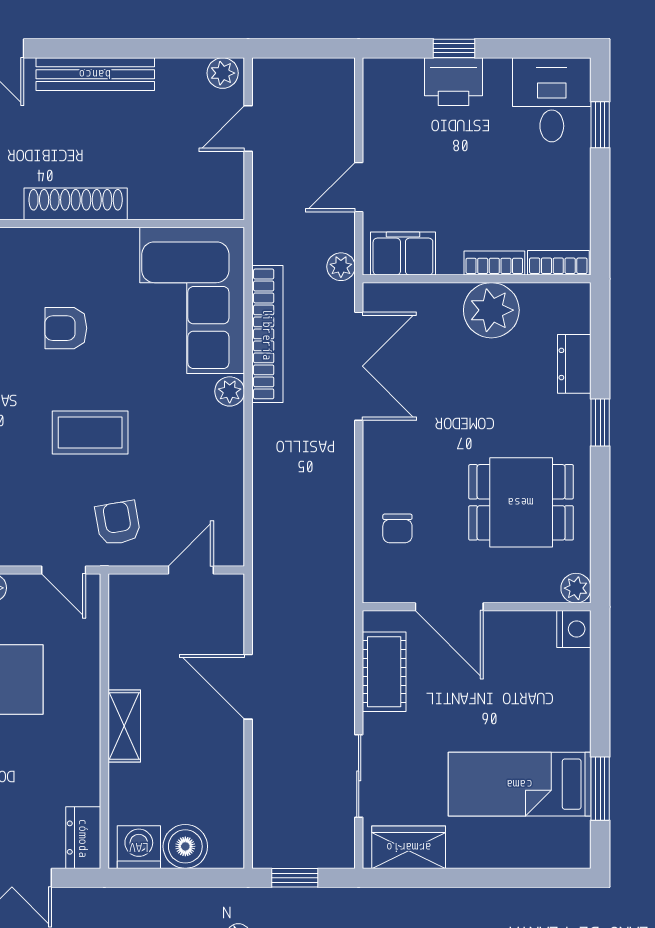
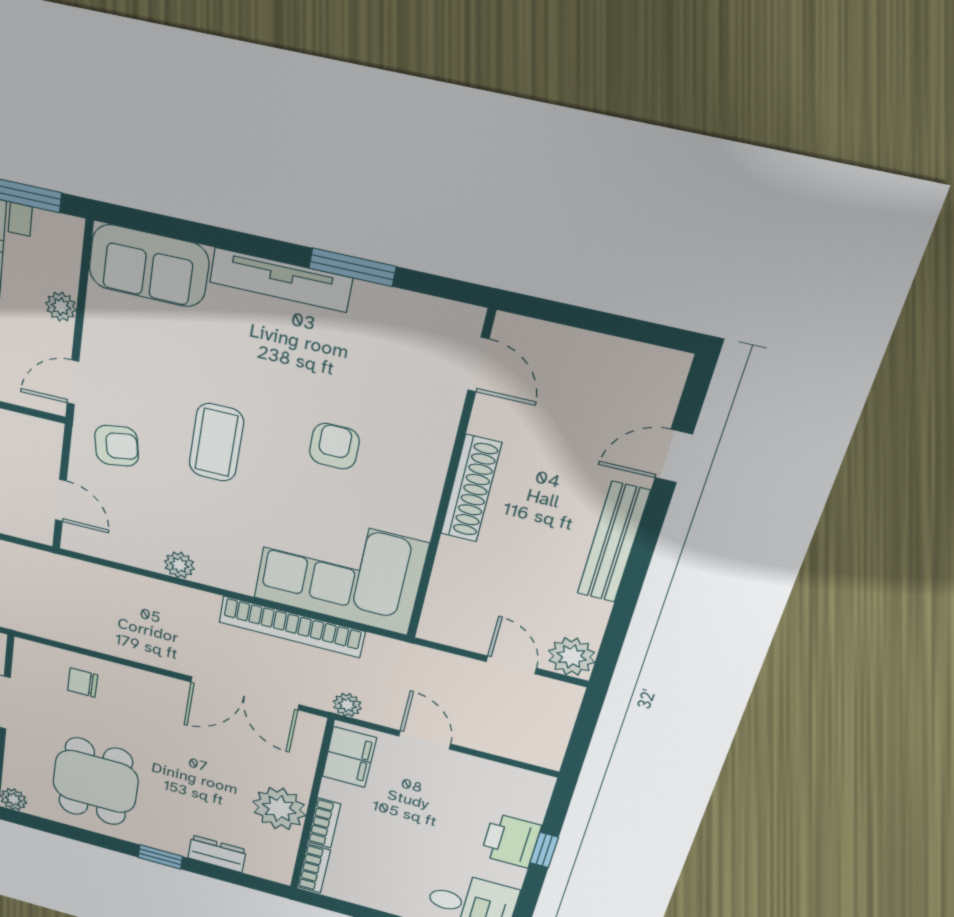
plant: (223, 73) -> (572, 657), width x1.38, depth x1.38
plant: (230, 391) -> (179, 565), moved

